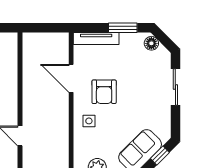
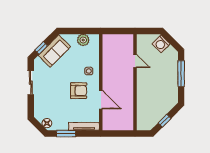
sliding door: (175, 87) -> (31, 83), moved
armchair: (104, 92) -> (79, 91), turned 90

